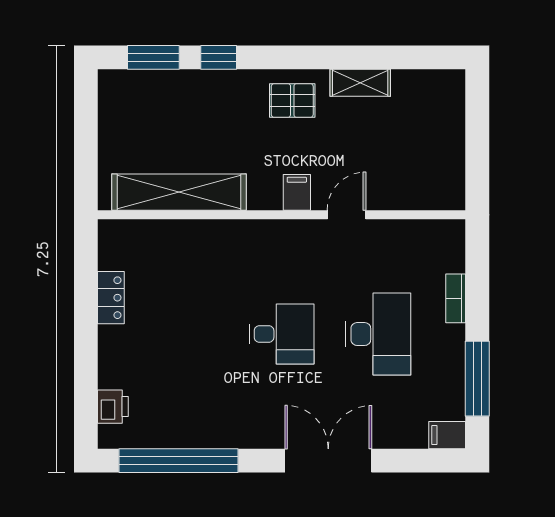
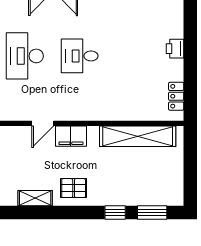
filing cabinet: (297, 192) -> (71, 136), width x2.00
locker: (111, 298) -> (176, 96), moved
printer: (113, 407) -> (175, 49), moved

